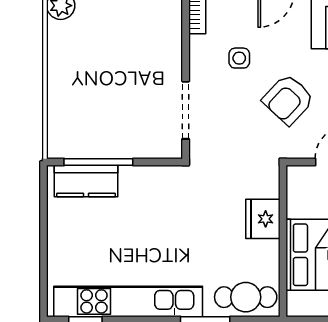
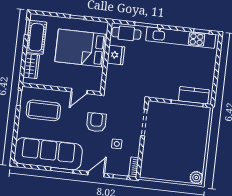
armchair: (288, 99) -> (96, 122), turned -44
fridge: (263, 219) -> (116, 55), moved

